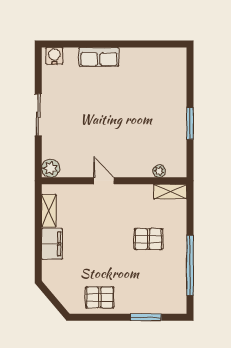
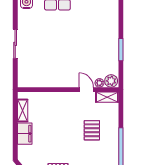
plant: (51, 168) -> (111, 81), moved
door: (104, 181) -> (86, 90), moved
pallet: (148, 239) -> (92, 130), turned 90

